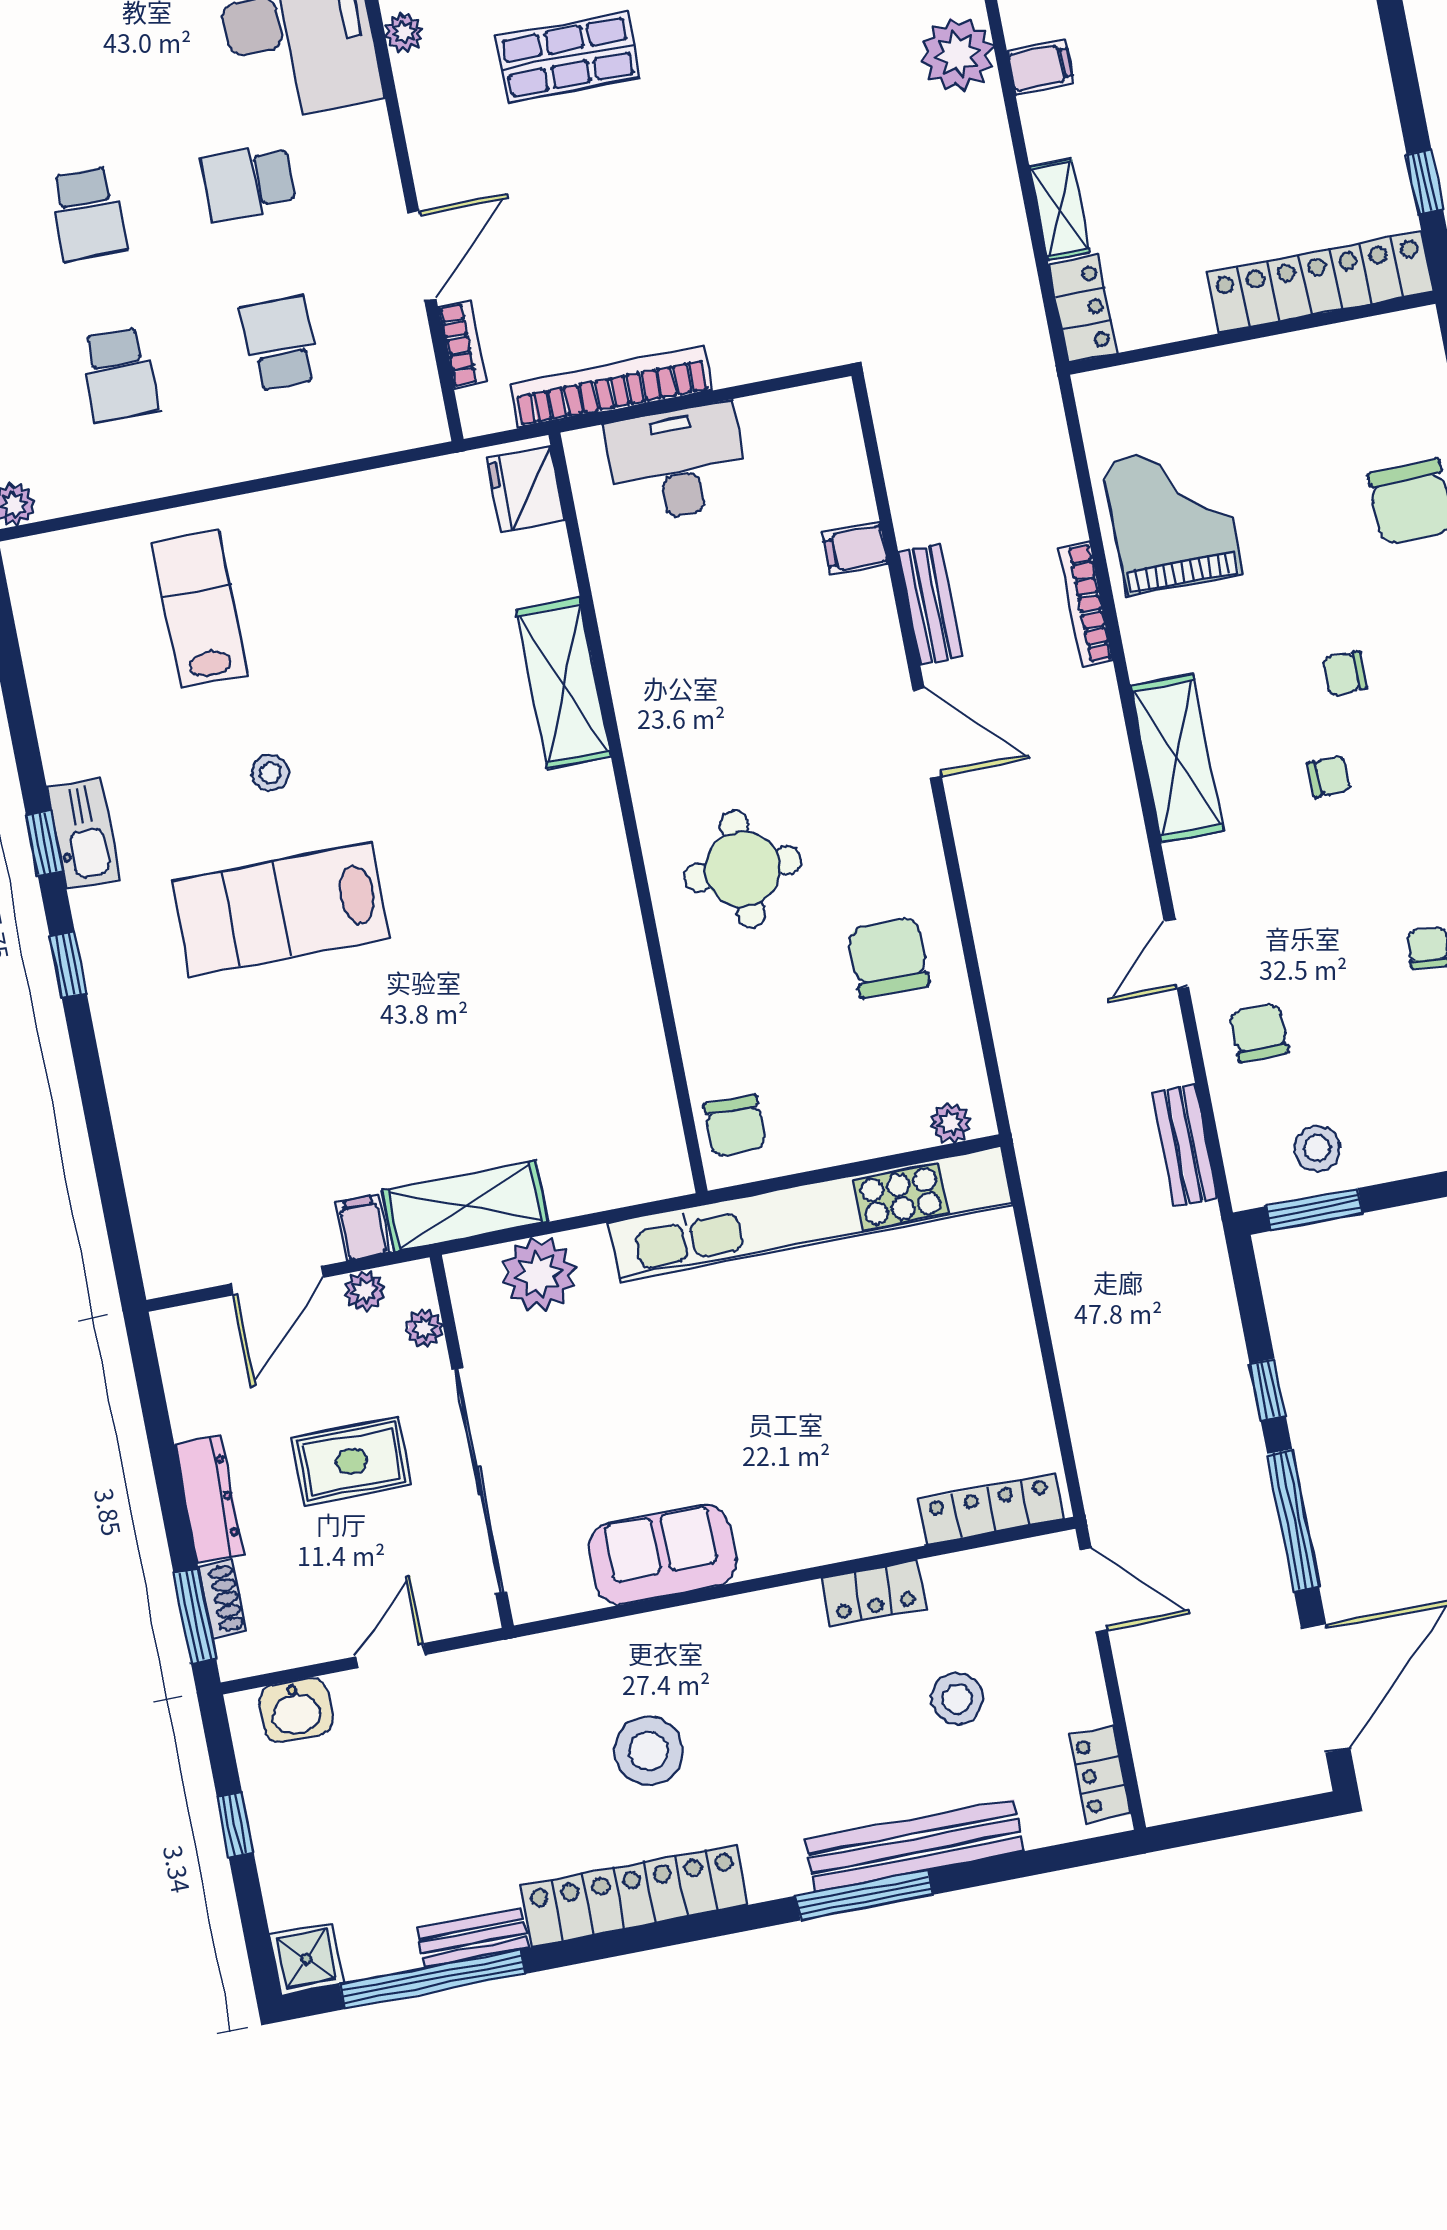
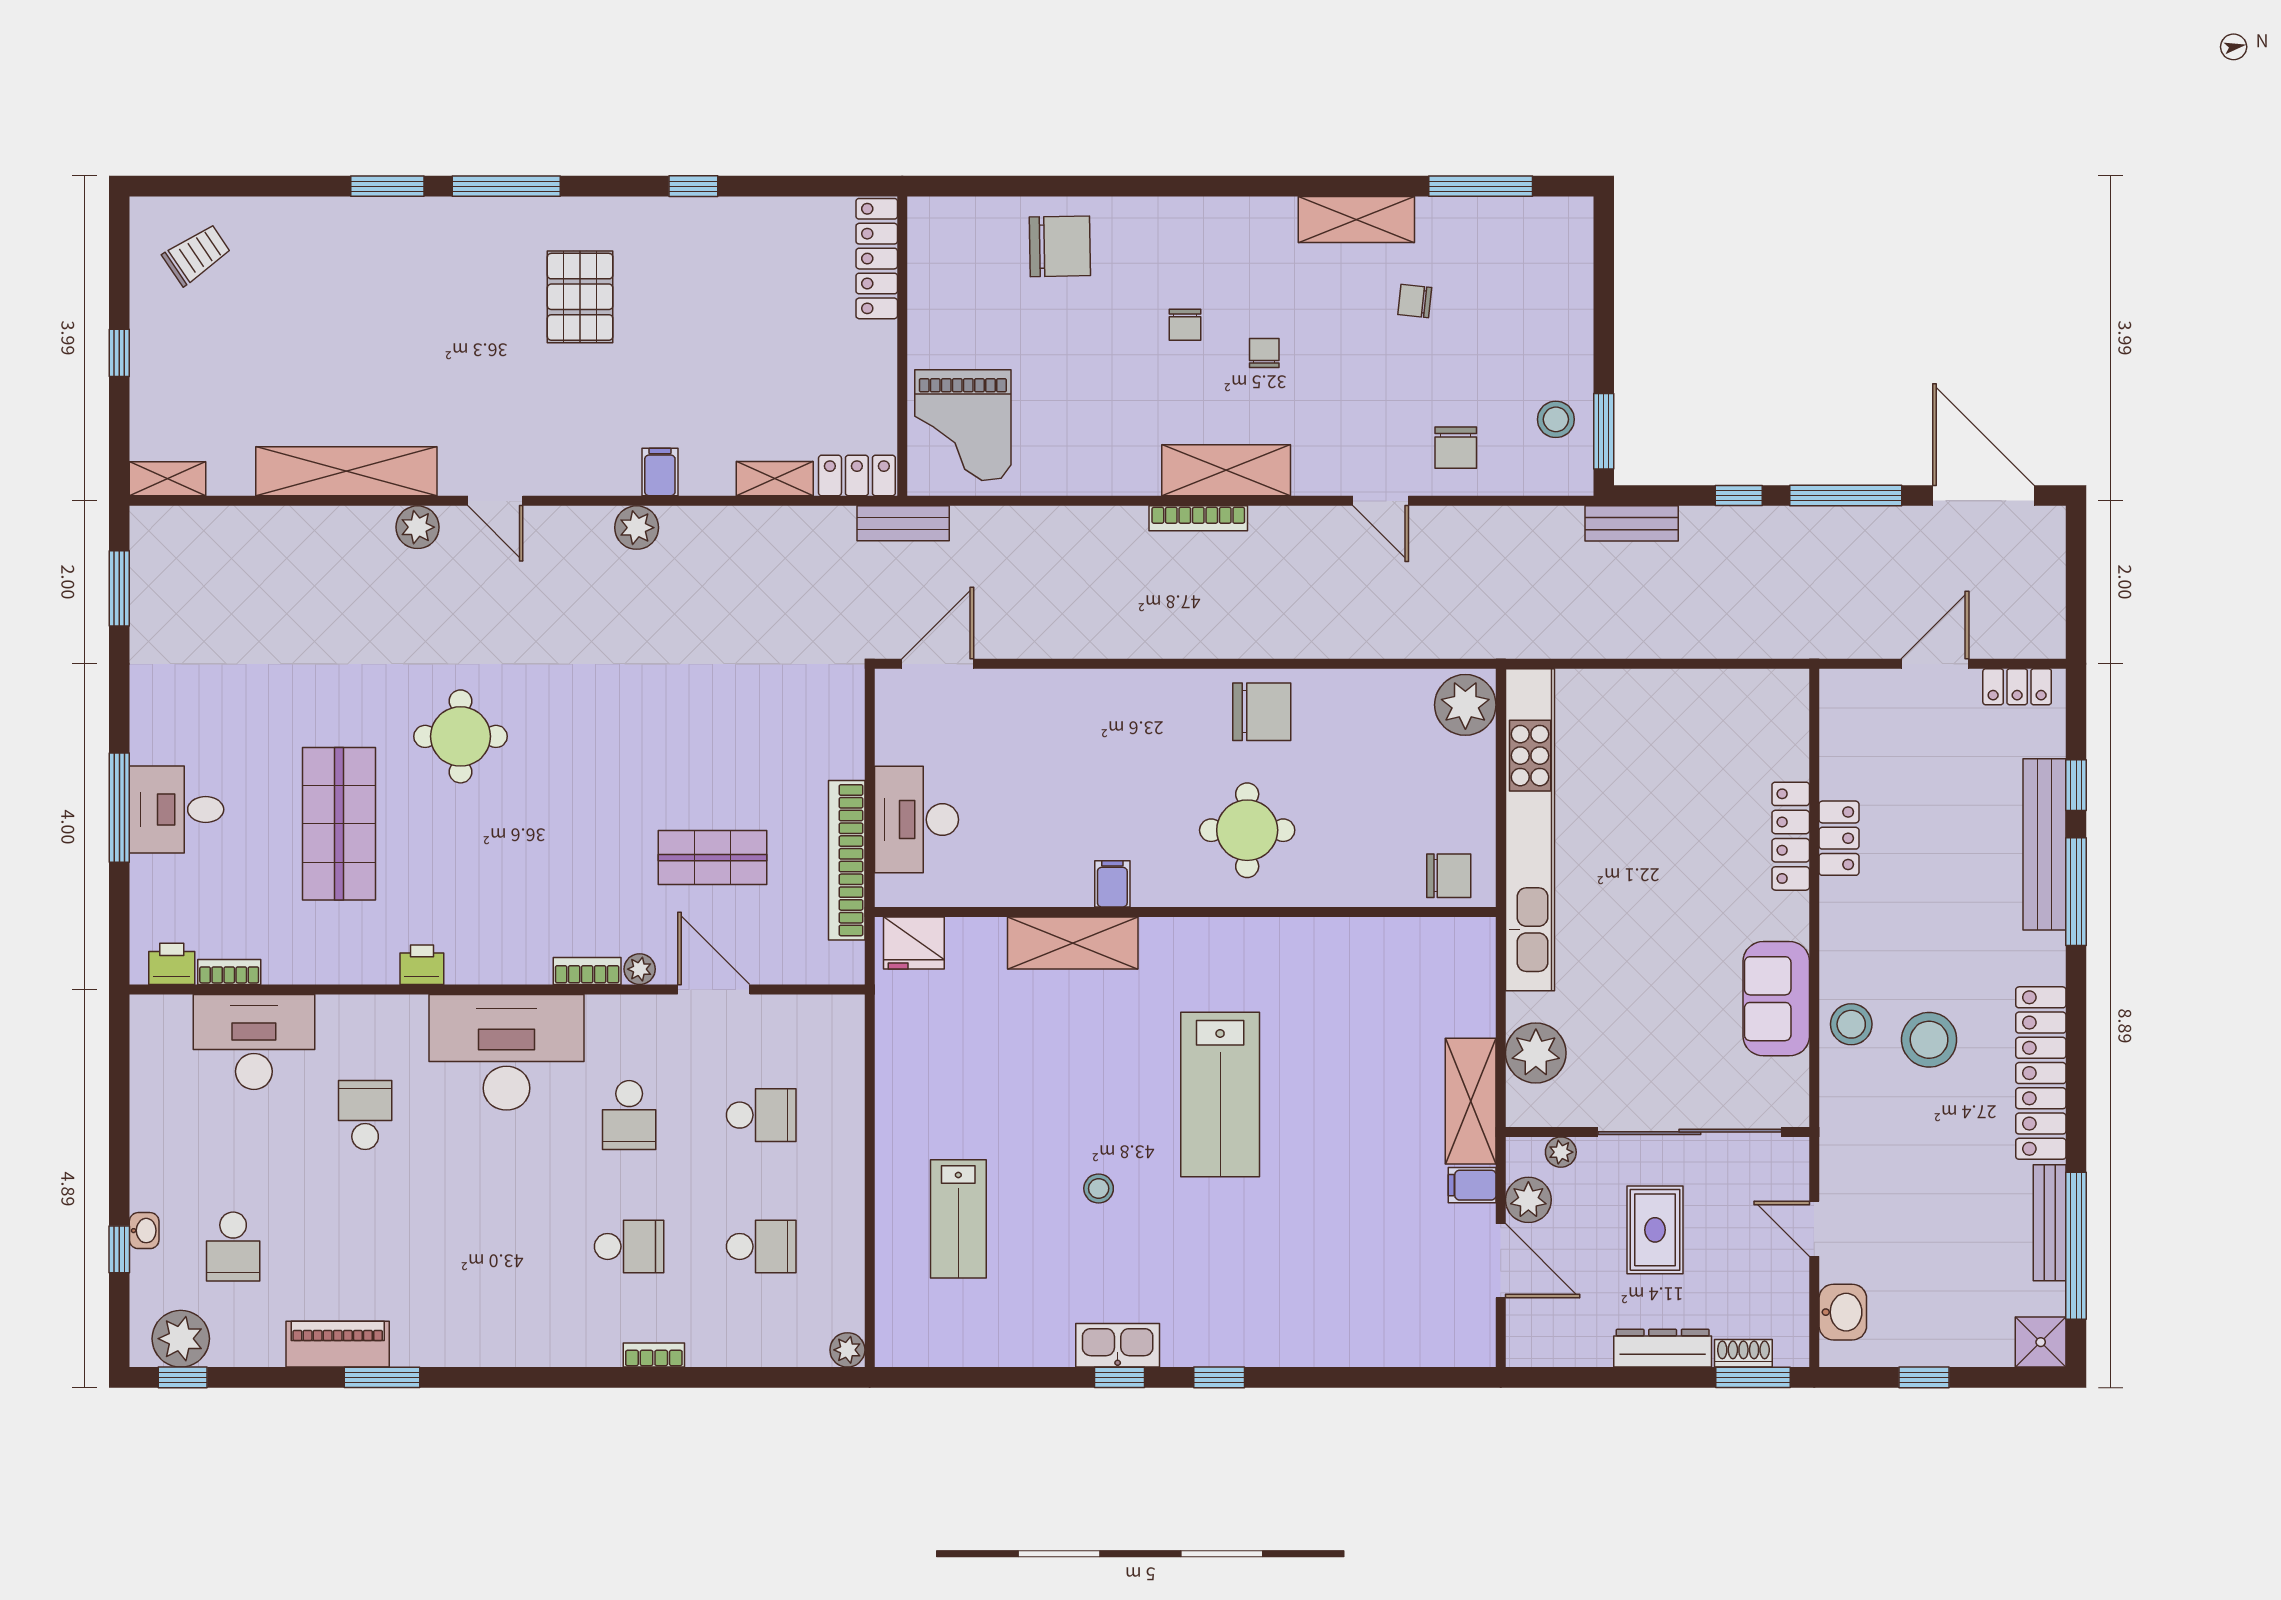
plant: (404, 32) -> (640, 969), moved
plant: (957, 54) -> (637, 528), width x0.73, depth x0.73
shop shelf: (568, 57) -> (713, 858), moved, turned 90
window: (1425, 182) -> (693, 186), moved
locker: (1320, 282) -> (877, 259), width x0.71, depth x0.83
school desk: (280, 344) -> (761, 1115), turned 180
bookcase: (462, 344) -> (587, 971), moved
grand piano: (1172, 518) -> (963, 425), moved, turned -90
filing cabinet: (855, 548) -> (1112, 884), moved, turned 180
bench: (930, 604) -> (903, 523), moved
bookcase: (1086, 604) -> (1198, 518), moved
lab bench: (200, 609) -> (958, 1219), turned -90
door: (927, 733) -> (938, 664), moved
lab bench: (281, 910) -> (1220, 1094), moved
chair: (888, 957) -> (1262, 712), moved, turned 180
chair: (1259, 1033) -> (1456, 448), turned -90
plant: (951, 1123) -> (1465, 705), width x1.87, depth x1.87
bench: (1185, 1145) -> (1632, 523), moved
plant: (364, 1291) -> (1528, 1200), width x1.38, depth x1.38
locker: (991, 1509) -> (1791, 836), moved
door: (1094, 1590) -> (1935, 664), moved
stool: (957, 1699) -> (1851, 1024), moved
window: (994, 1870) -> (2076, 785), added
bench: (473, 1938) -> (2050, 1223), width x1.36

